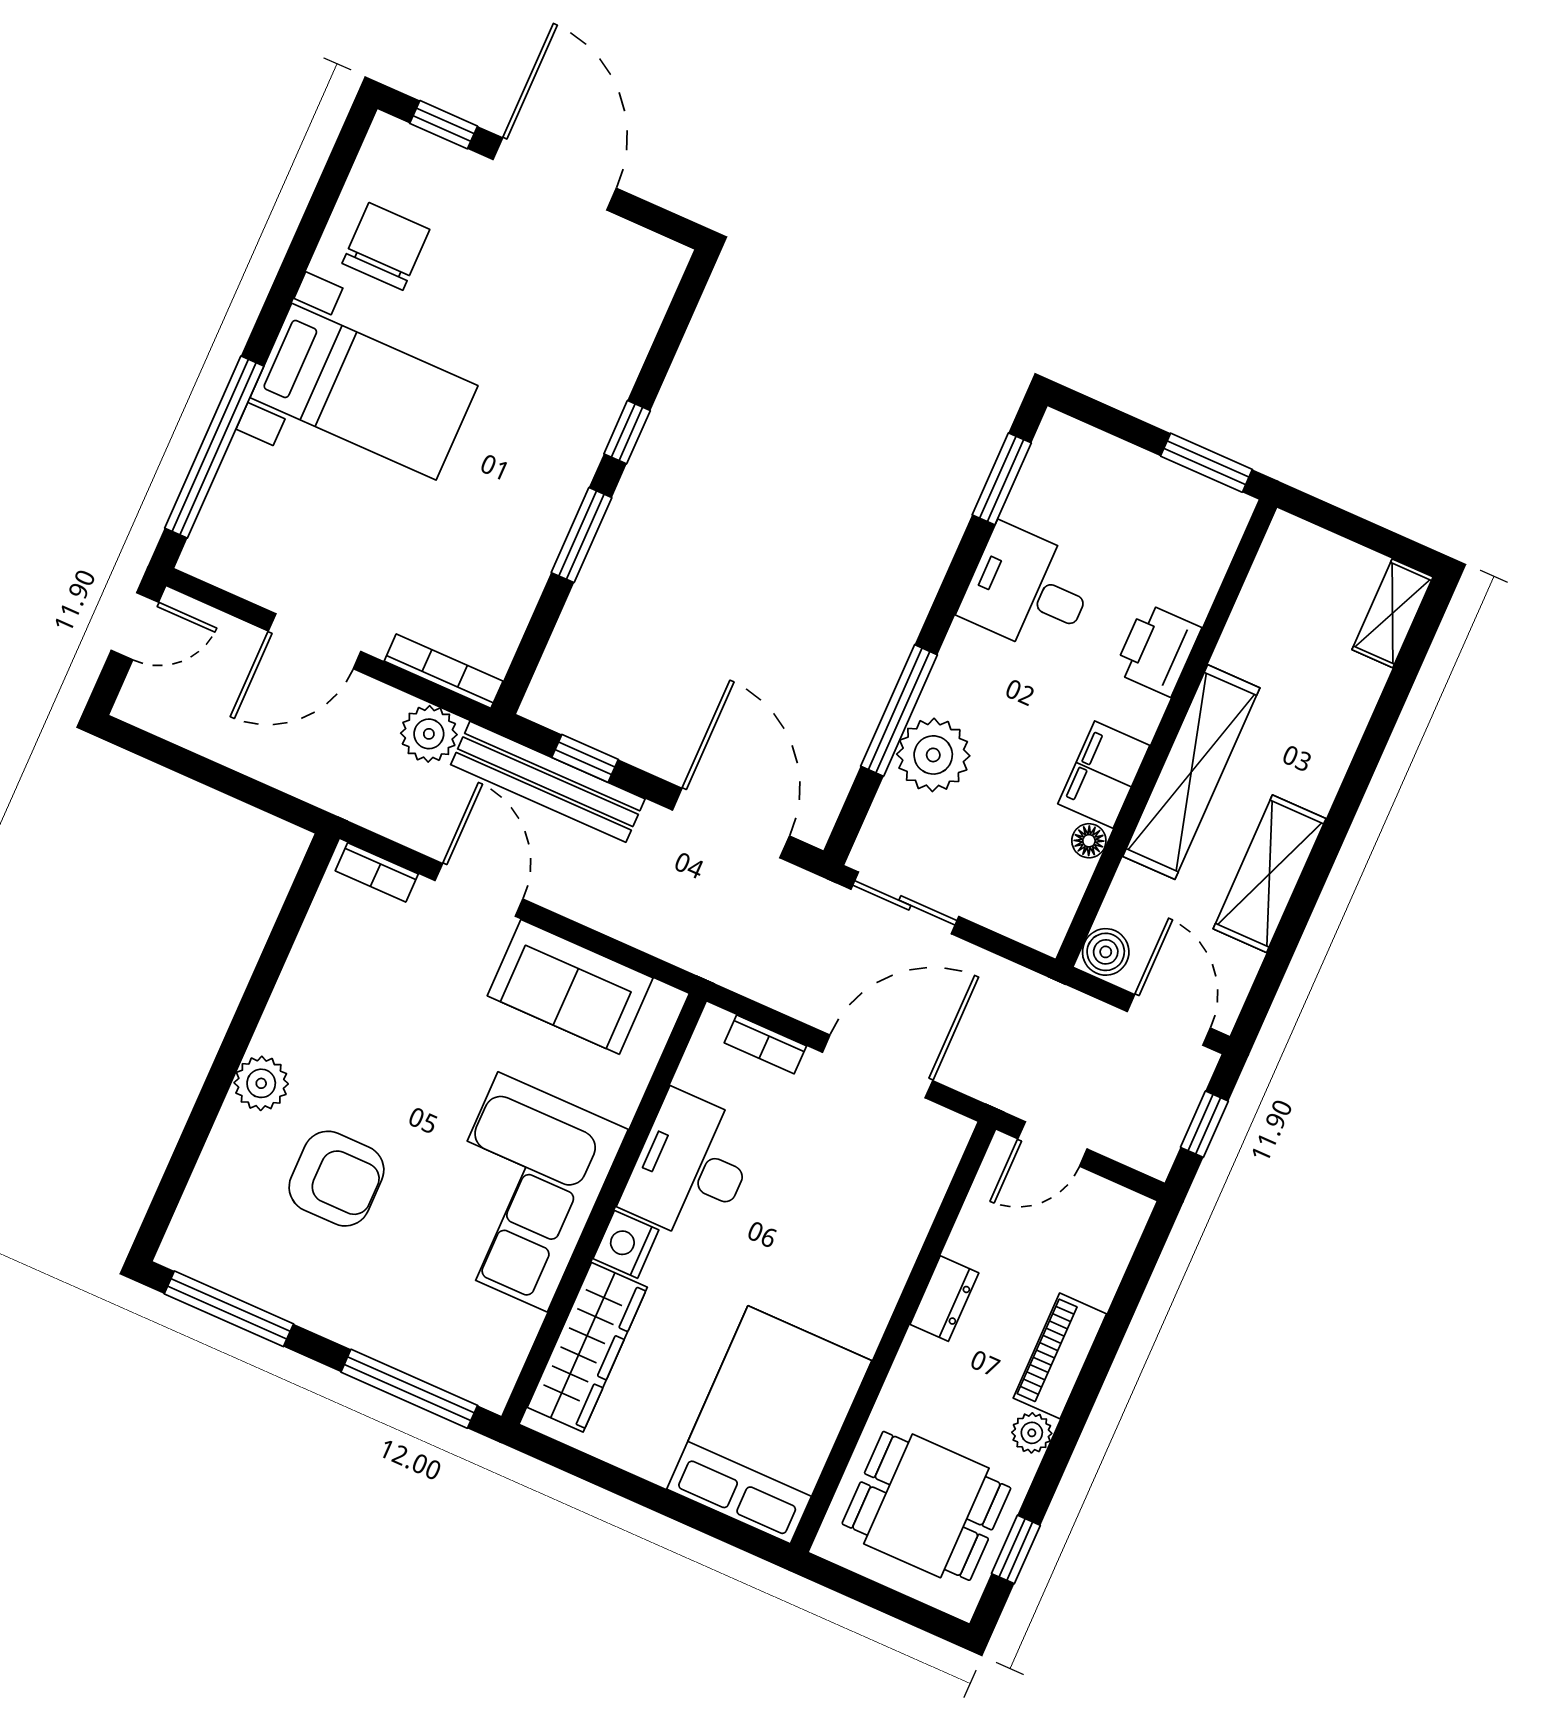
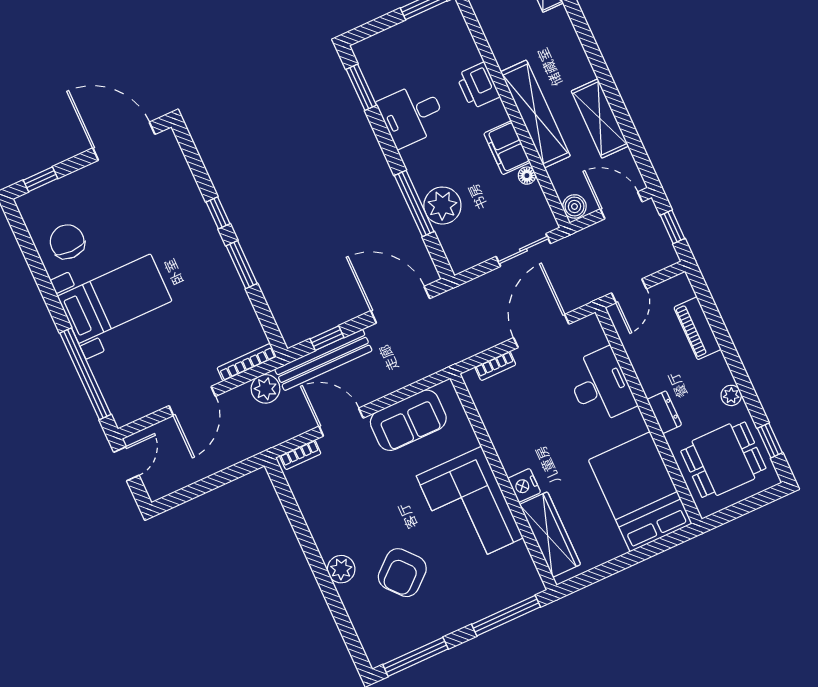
door: (555, 174) -> (124, 141), moved
sliding door: (905, 903) -> (523, 250), moved
desk: (691, 1167) -> (601, 386), moved, turned 180
armchair: (336, 1179) -> (402, 573), turned 139
dresser: (944, 1299) -> (664, 412), moved
piano: (1060, 1356) -> (697, 328), moved

